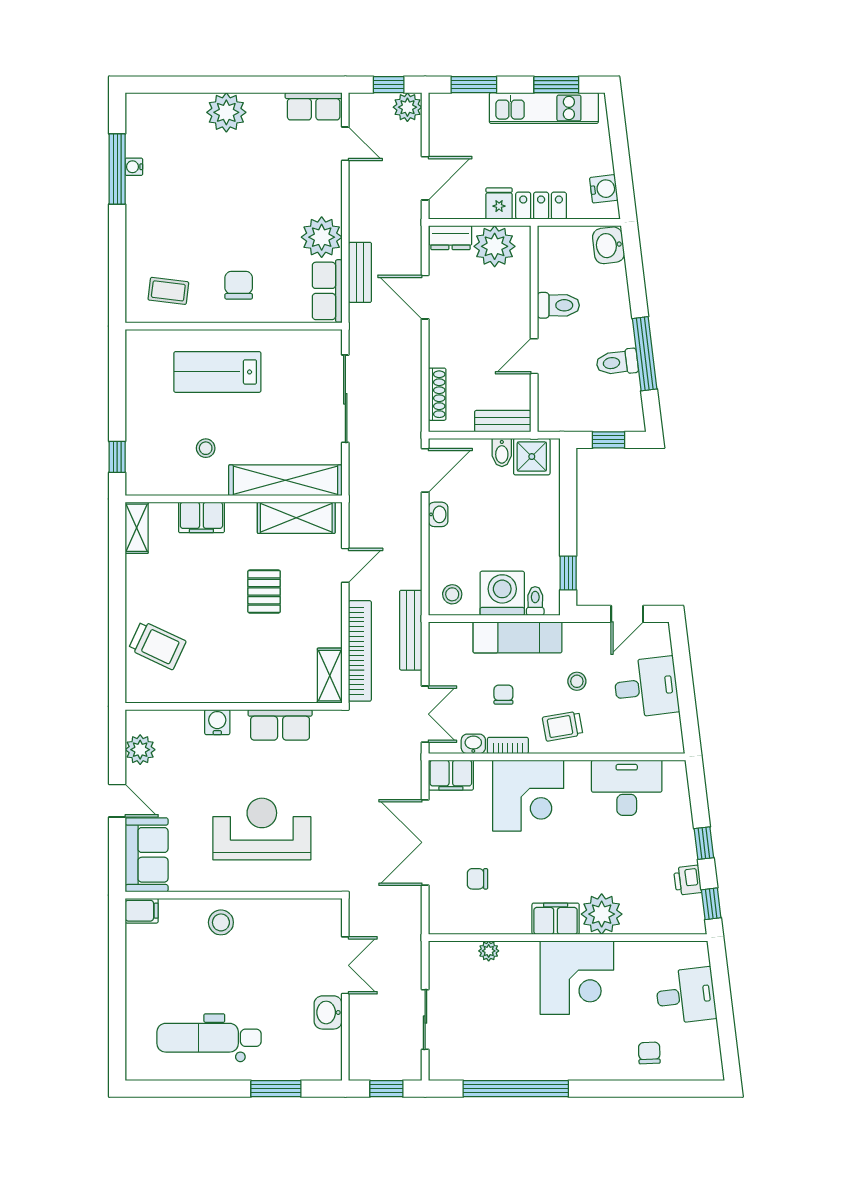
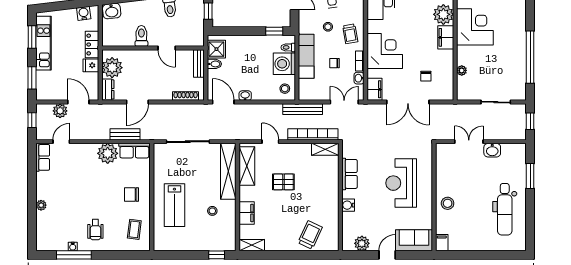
plant: (407, 107) -> (60, 111), moved
plant: (226, 112) -> (41, 205), width x0.53, depth x0.53
wheelchair: (168, 213) -> (95, 230), added

